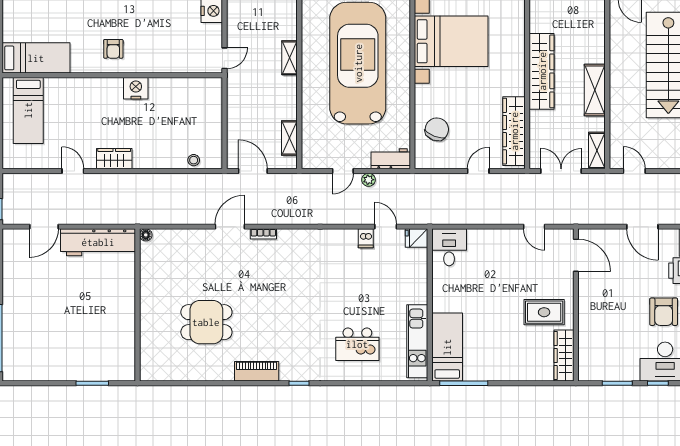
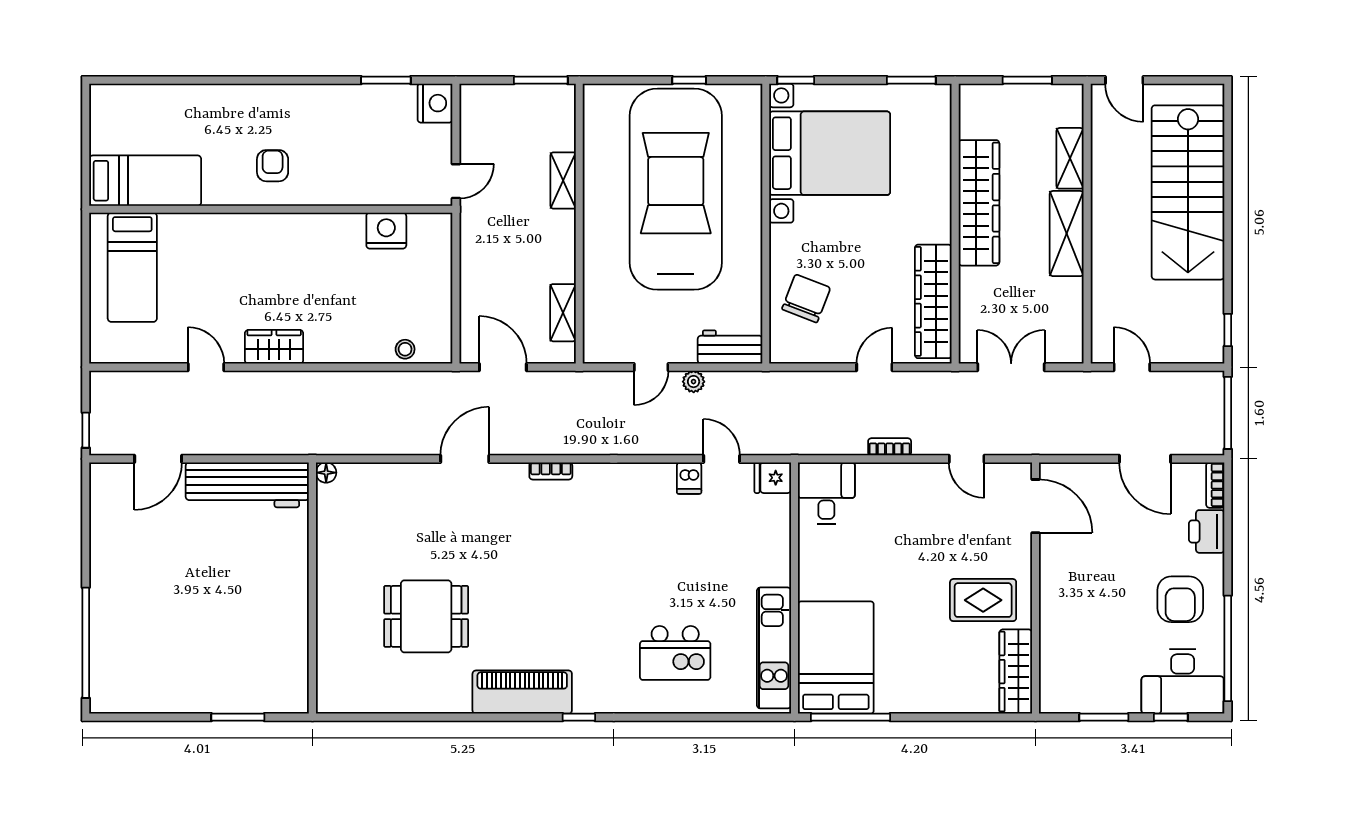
armchair: (113, 49) -> (273, 166), turned 180
nightstand: (136, 88) -> (386, 231), moved
shelving: (597, 150) -> (1070, 158), moved
bookcase: (487, 219) -> (890, 447), added
bookcase: (263, 234) -> (551, 471), moved
bed: (447, 347) -> (836, 658), width x1.50
piano: (257, 371) -> (522, 692), width x1.37, depth x1.33

